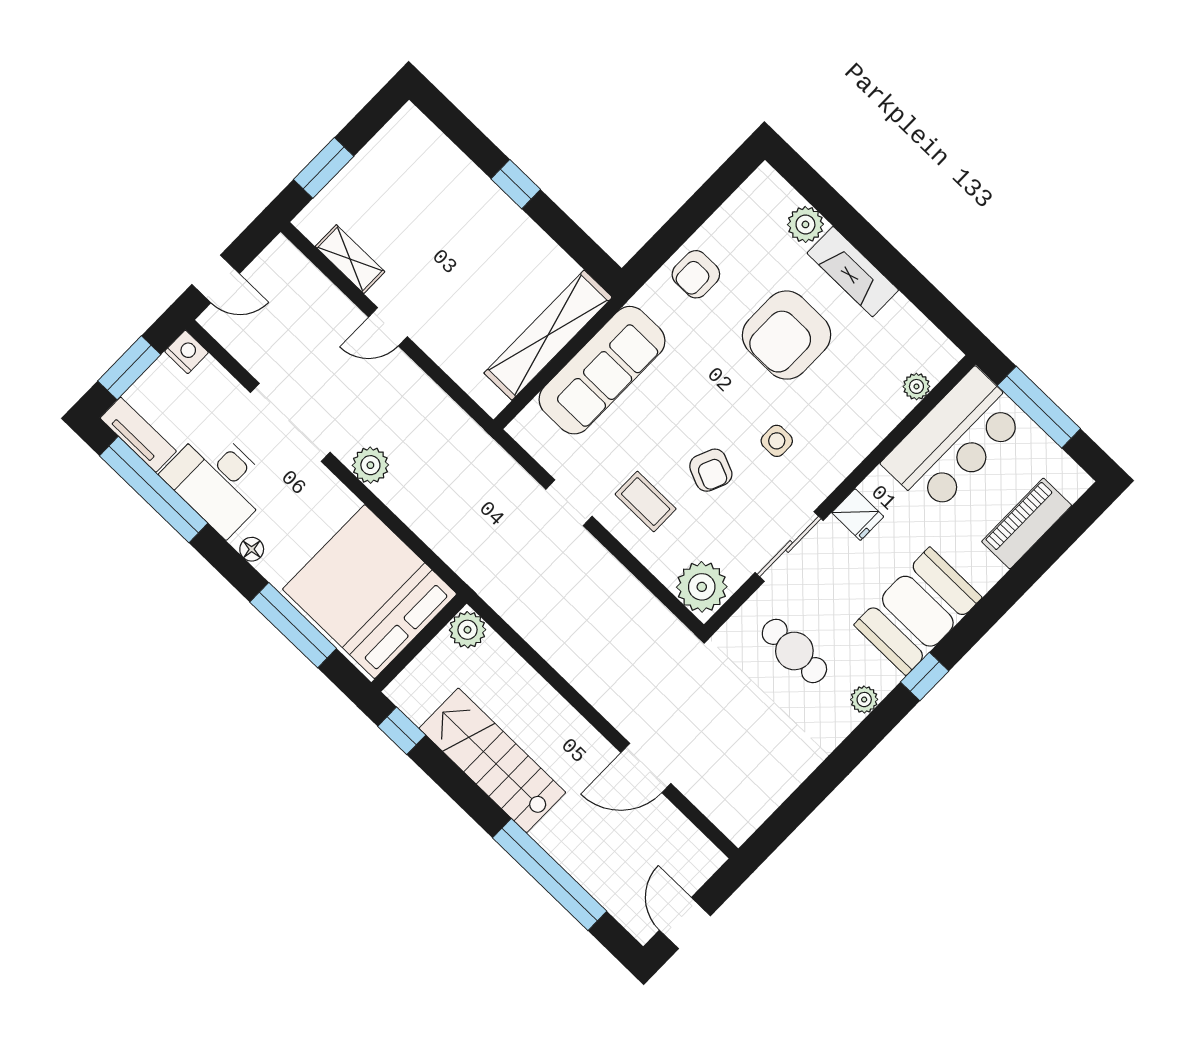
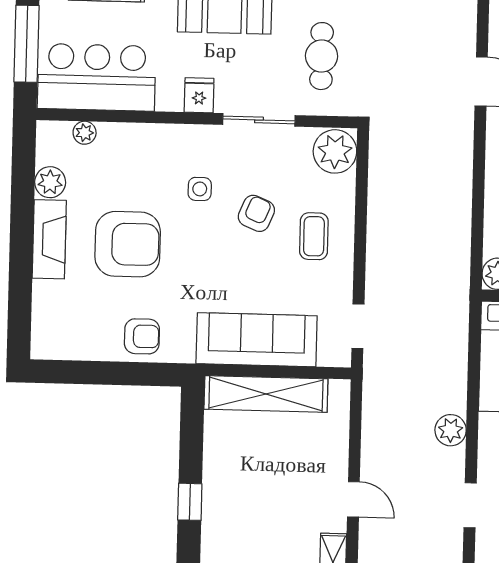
plant: (805, 224) -> (50, 182), moved
doorway: (290, 422) -> (470, 505), width x0.53
doorway: (569, 503) -> (358, 326), moved

